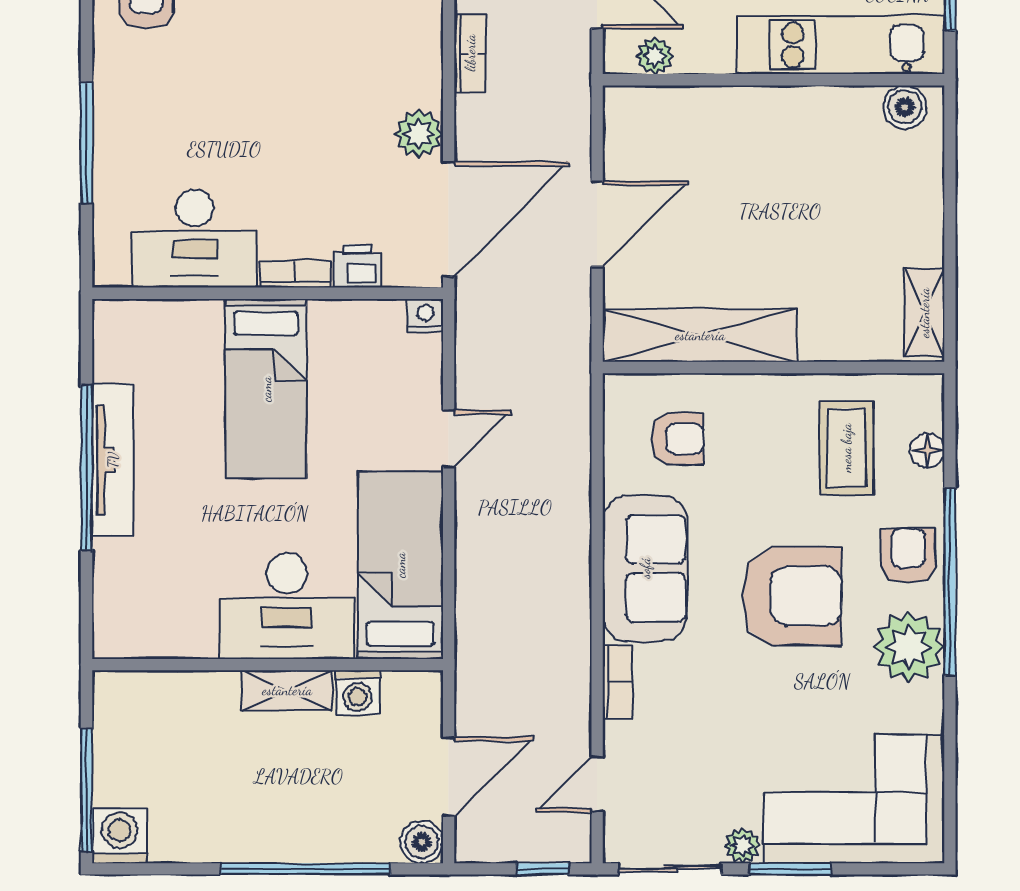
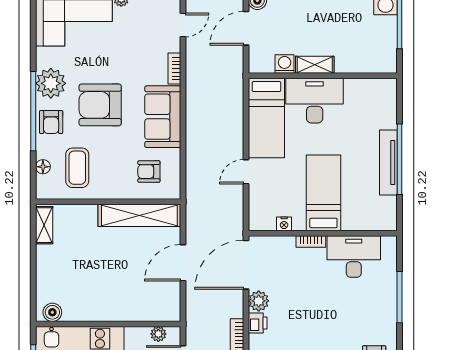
printer: (358, 266) -> (258, 323), moved, turned -90
nightstand: (425, 315) -> (284, 224), moved

